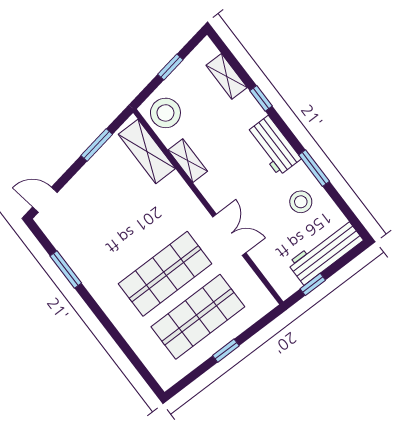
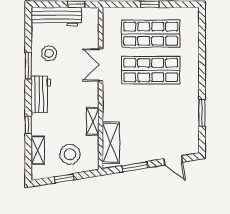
stool: (165, 113) -> (70, 154), moved
door: (45, 200) -> (173, 160), moved

